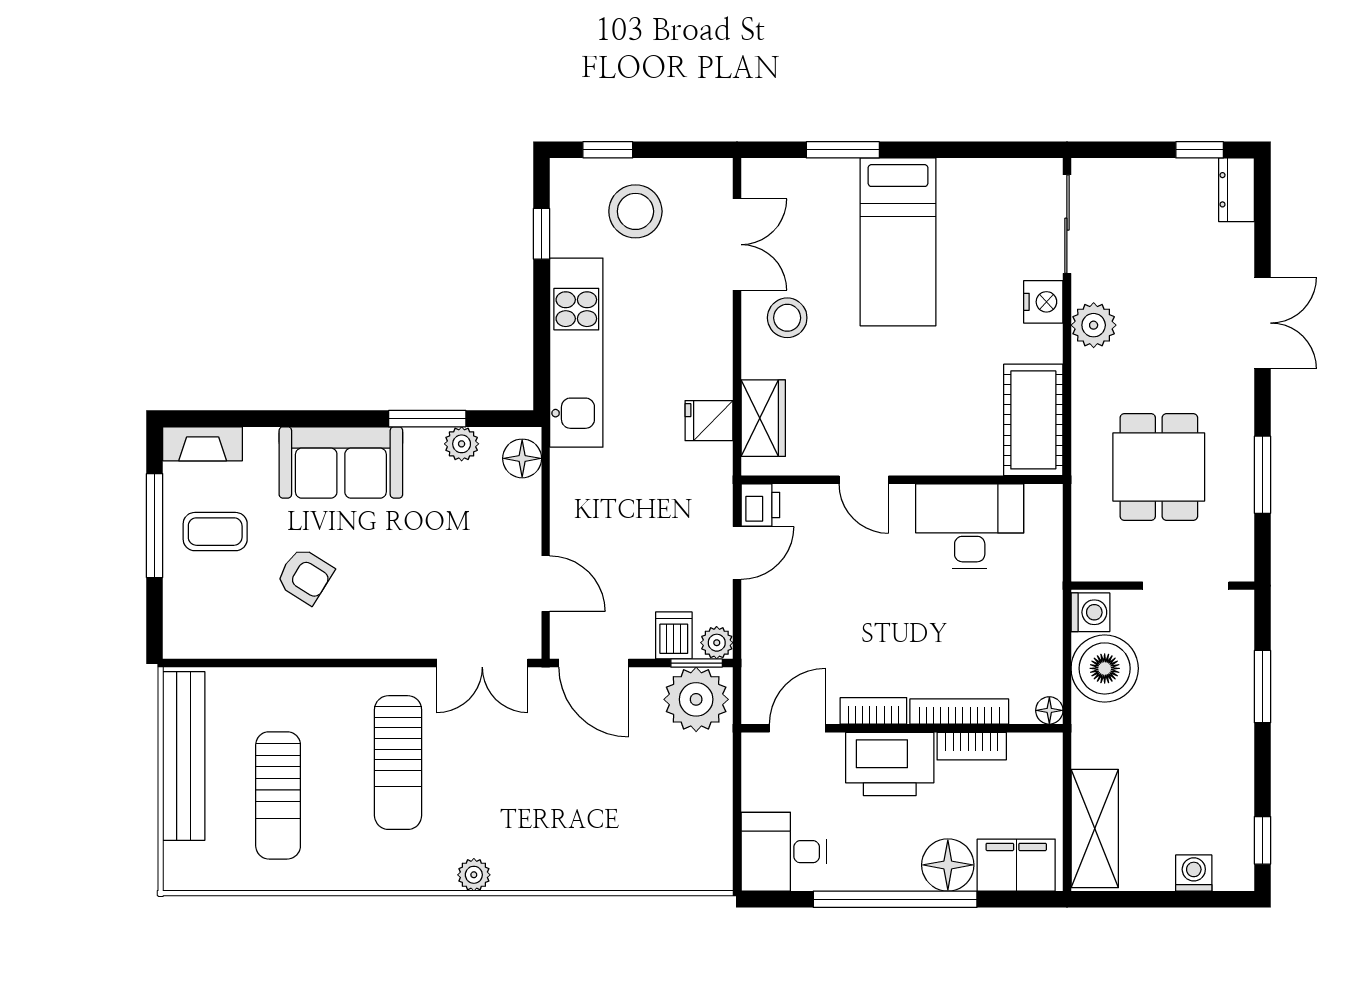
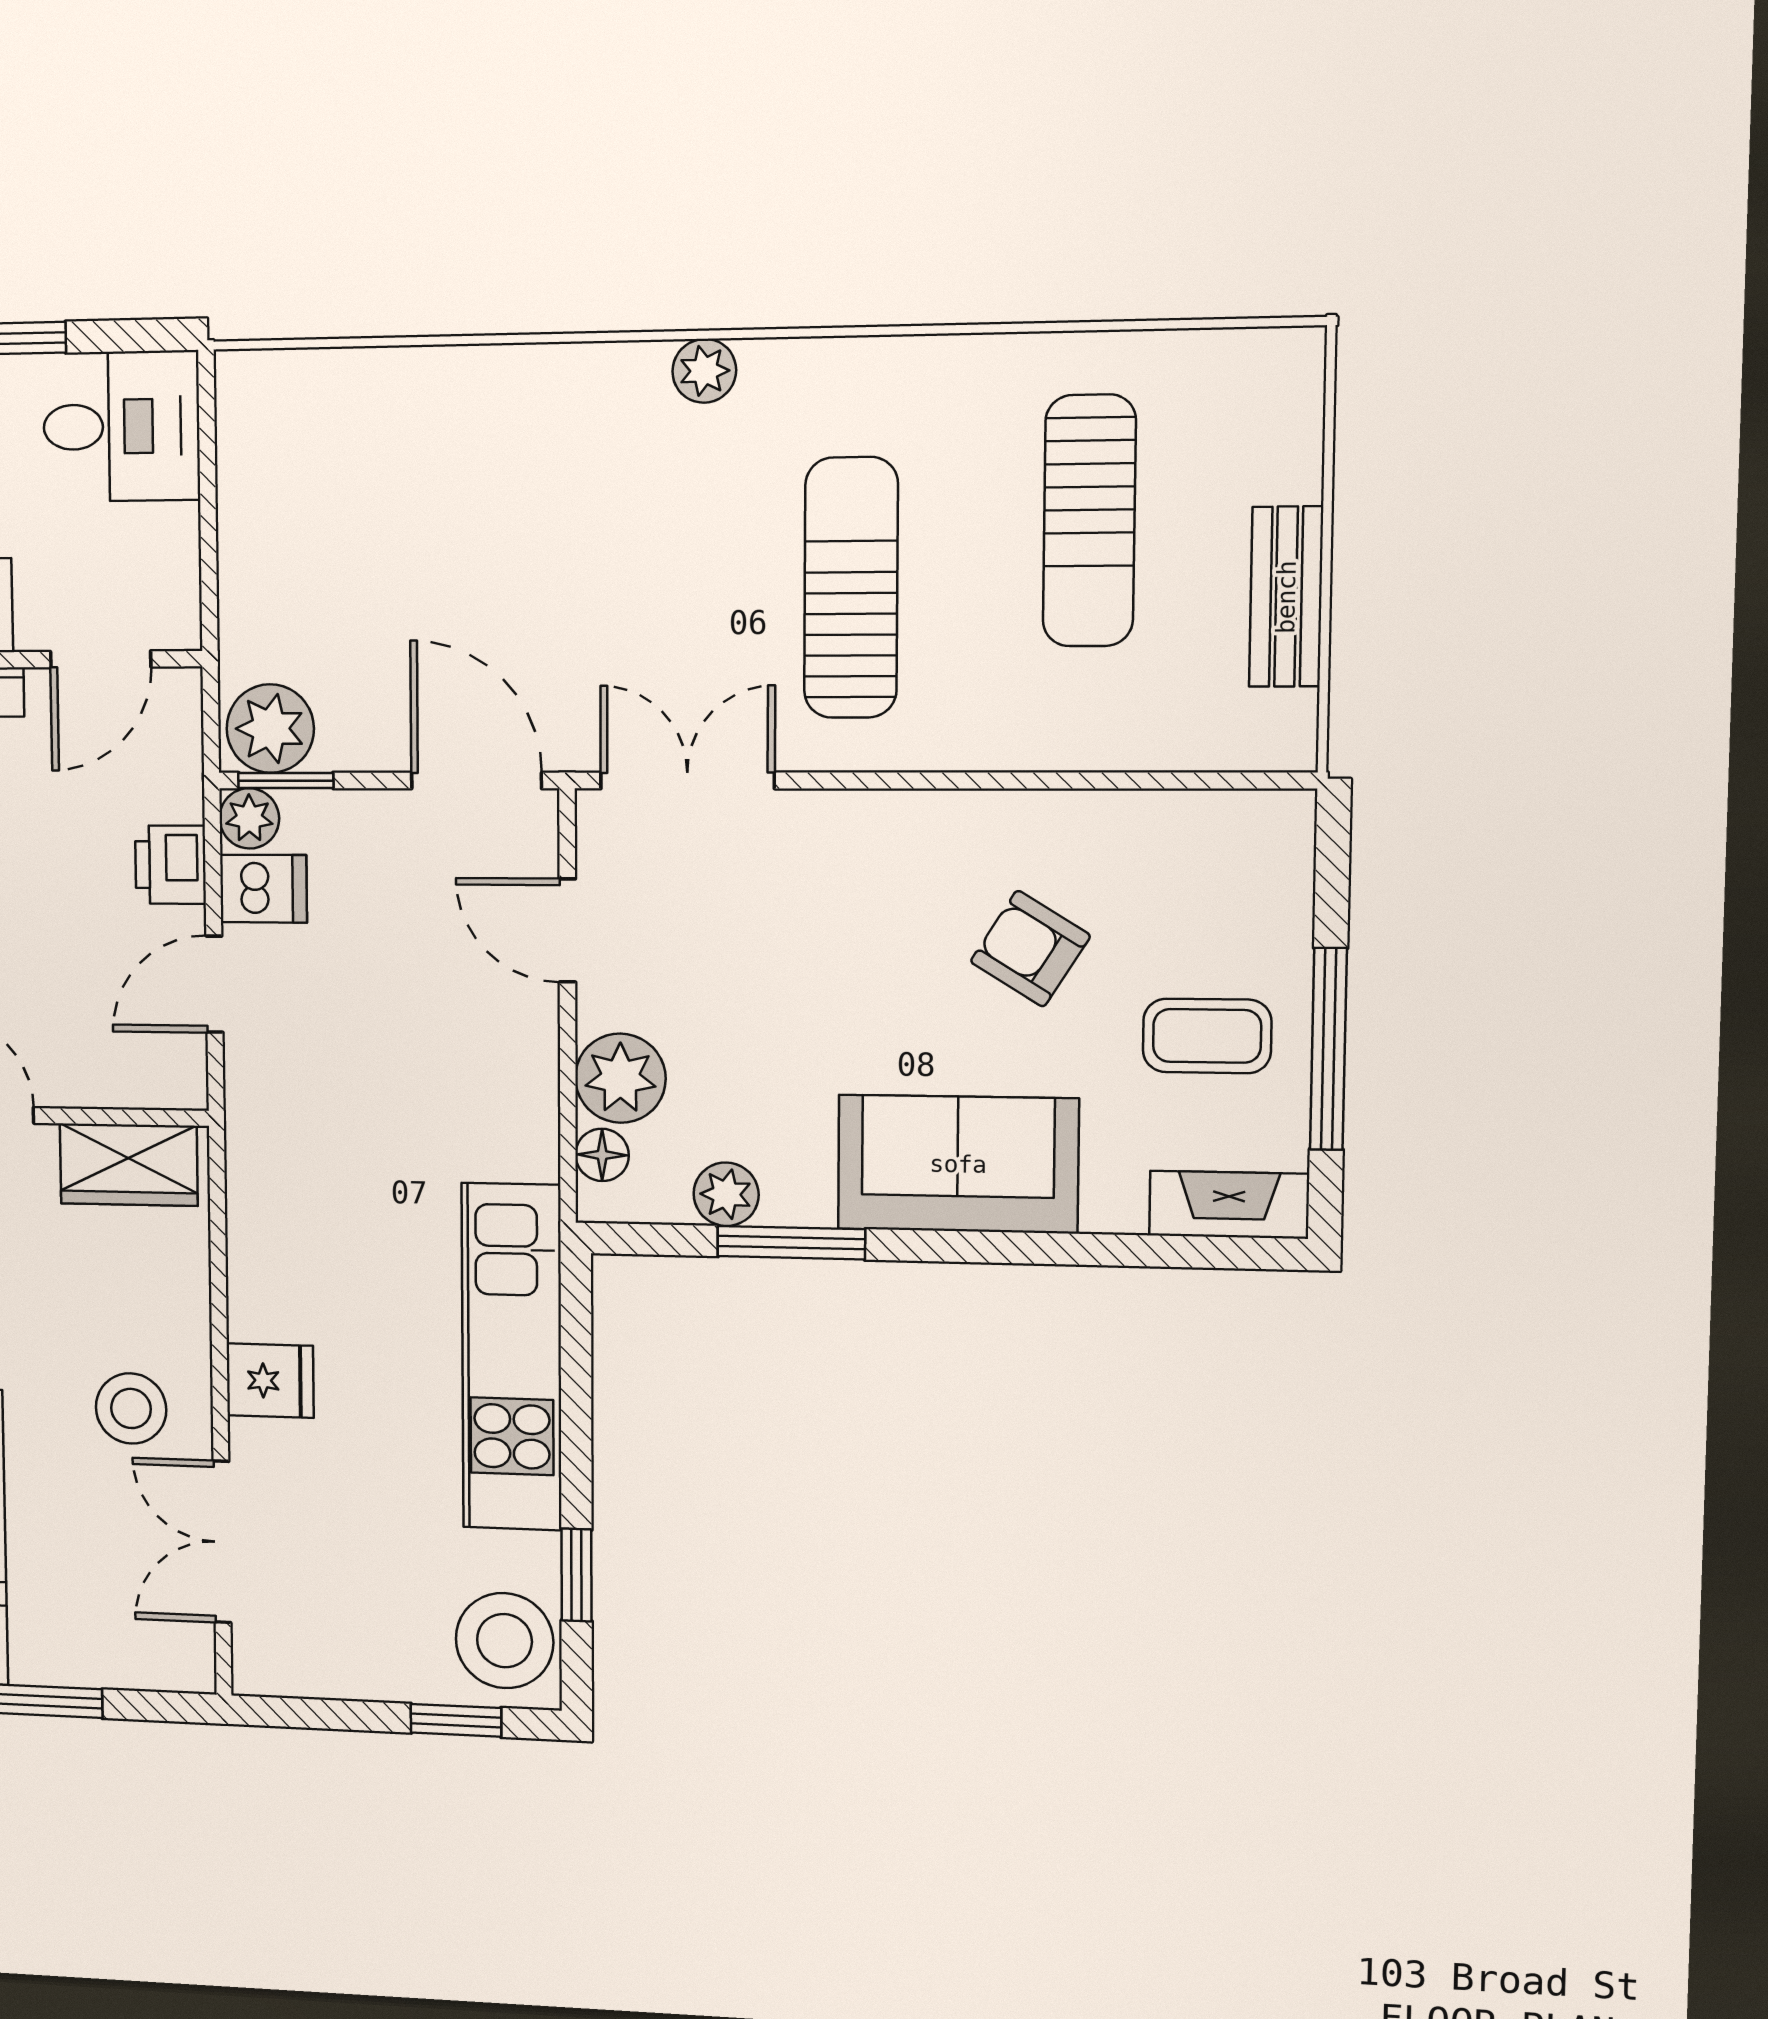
stool: (635, 211) -> (505, 1641), moved
wardrobe: (763, 418) -> (129, 1165), moved, turned -90
fridge: (709, 421) -> (270, 1381), moved
floor lamp: (522, 458) -> (602, 1155), width x0.73, depth x0.73
plant: (518, 505) -> (620, 1078), added
printer: (760, 505) -> (170, 865), moved
dishwasher: (674, 635) -> (263, 889), moved, turned -90
plant: (696, 699) -> (270, 729), width x0.73, depth x0.73
bench: (184, 756) -> (1286, 597), width x0.54, depth x0.82
sun lounger: (278, 795) -> (1089, 521), turned 180

